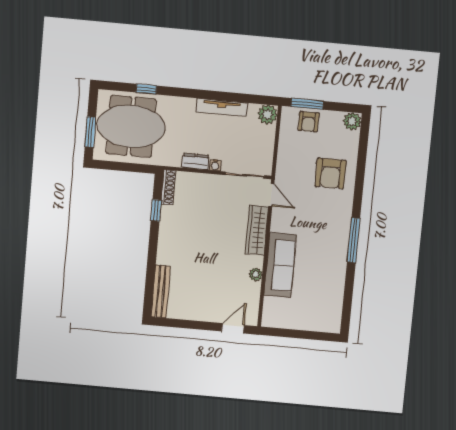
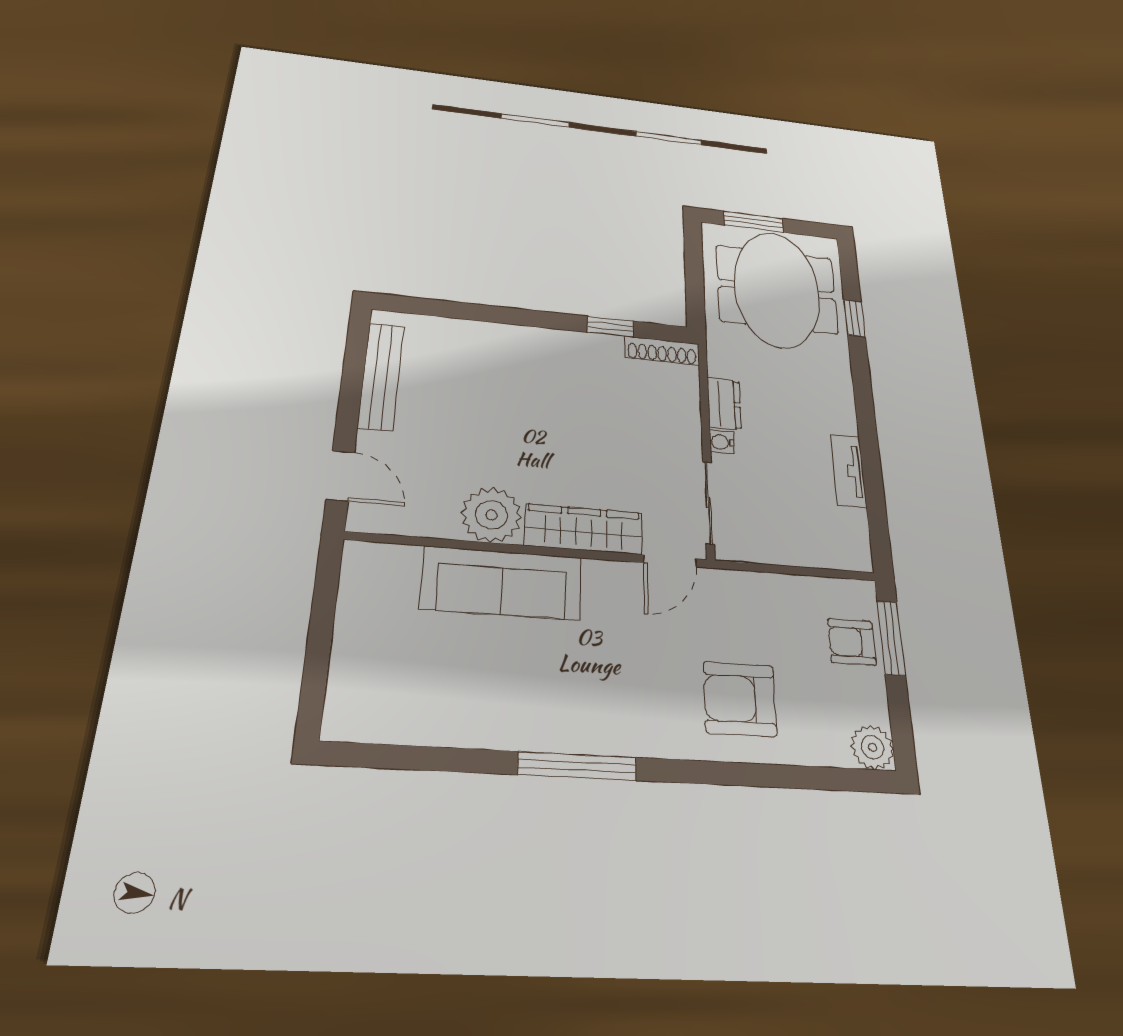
tv unit: (222, 107) -> (849, 471), width x0.71
plant: (267, 114) -> (850, 550), removed
plant: (256, 274) -> (491, 515), width x1.87, depth x1.87
bench: (161, 291) -> (381, 376), moved, turned 90

